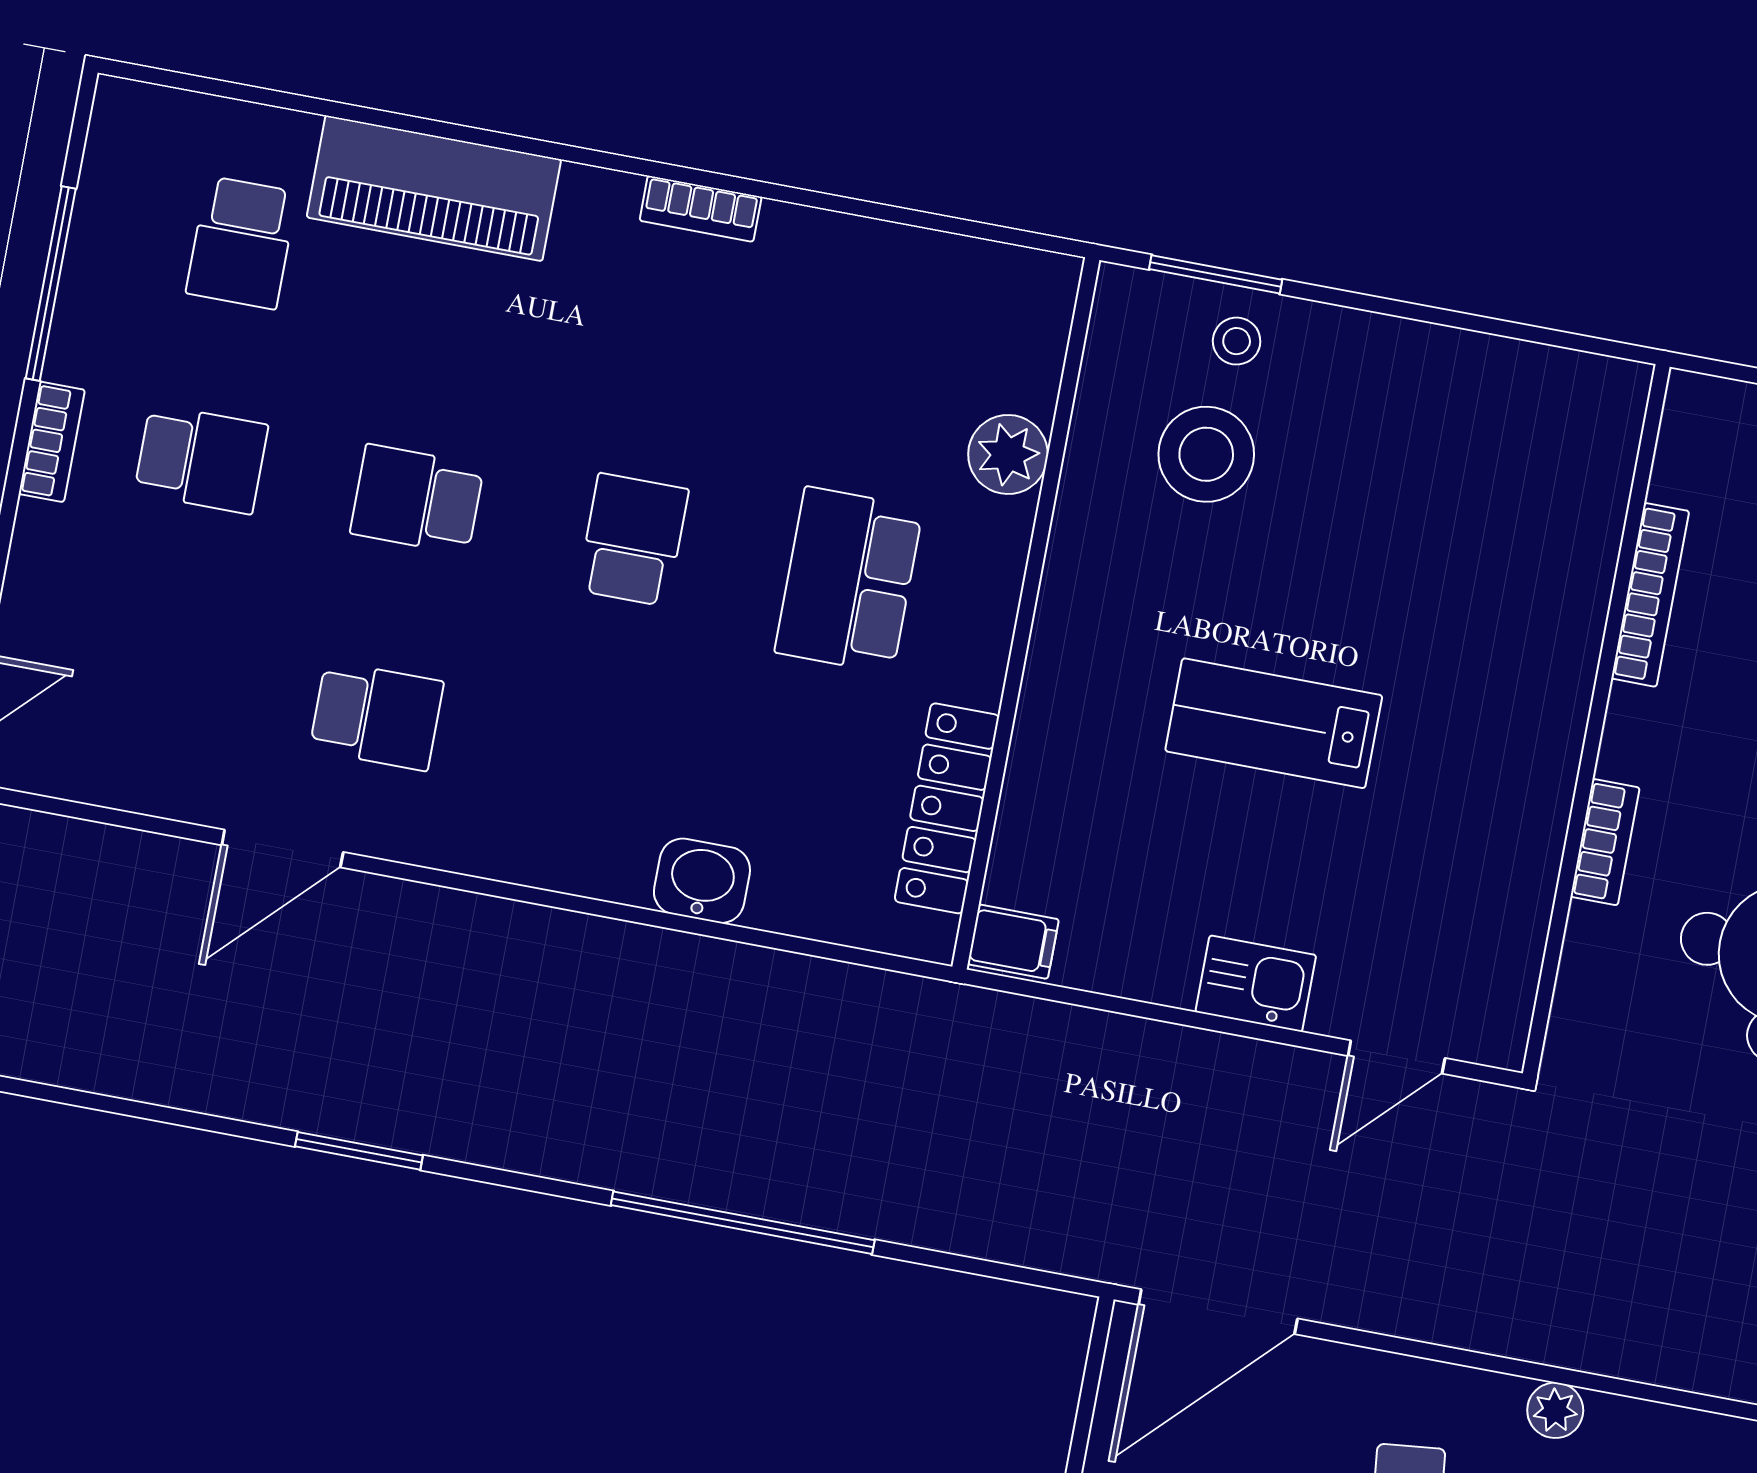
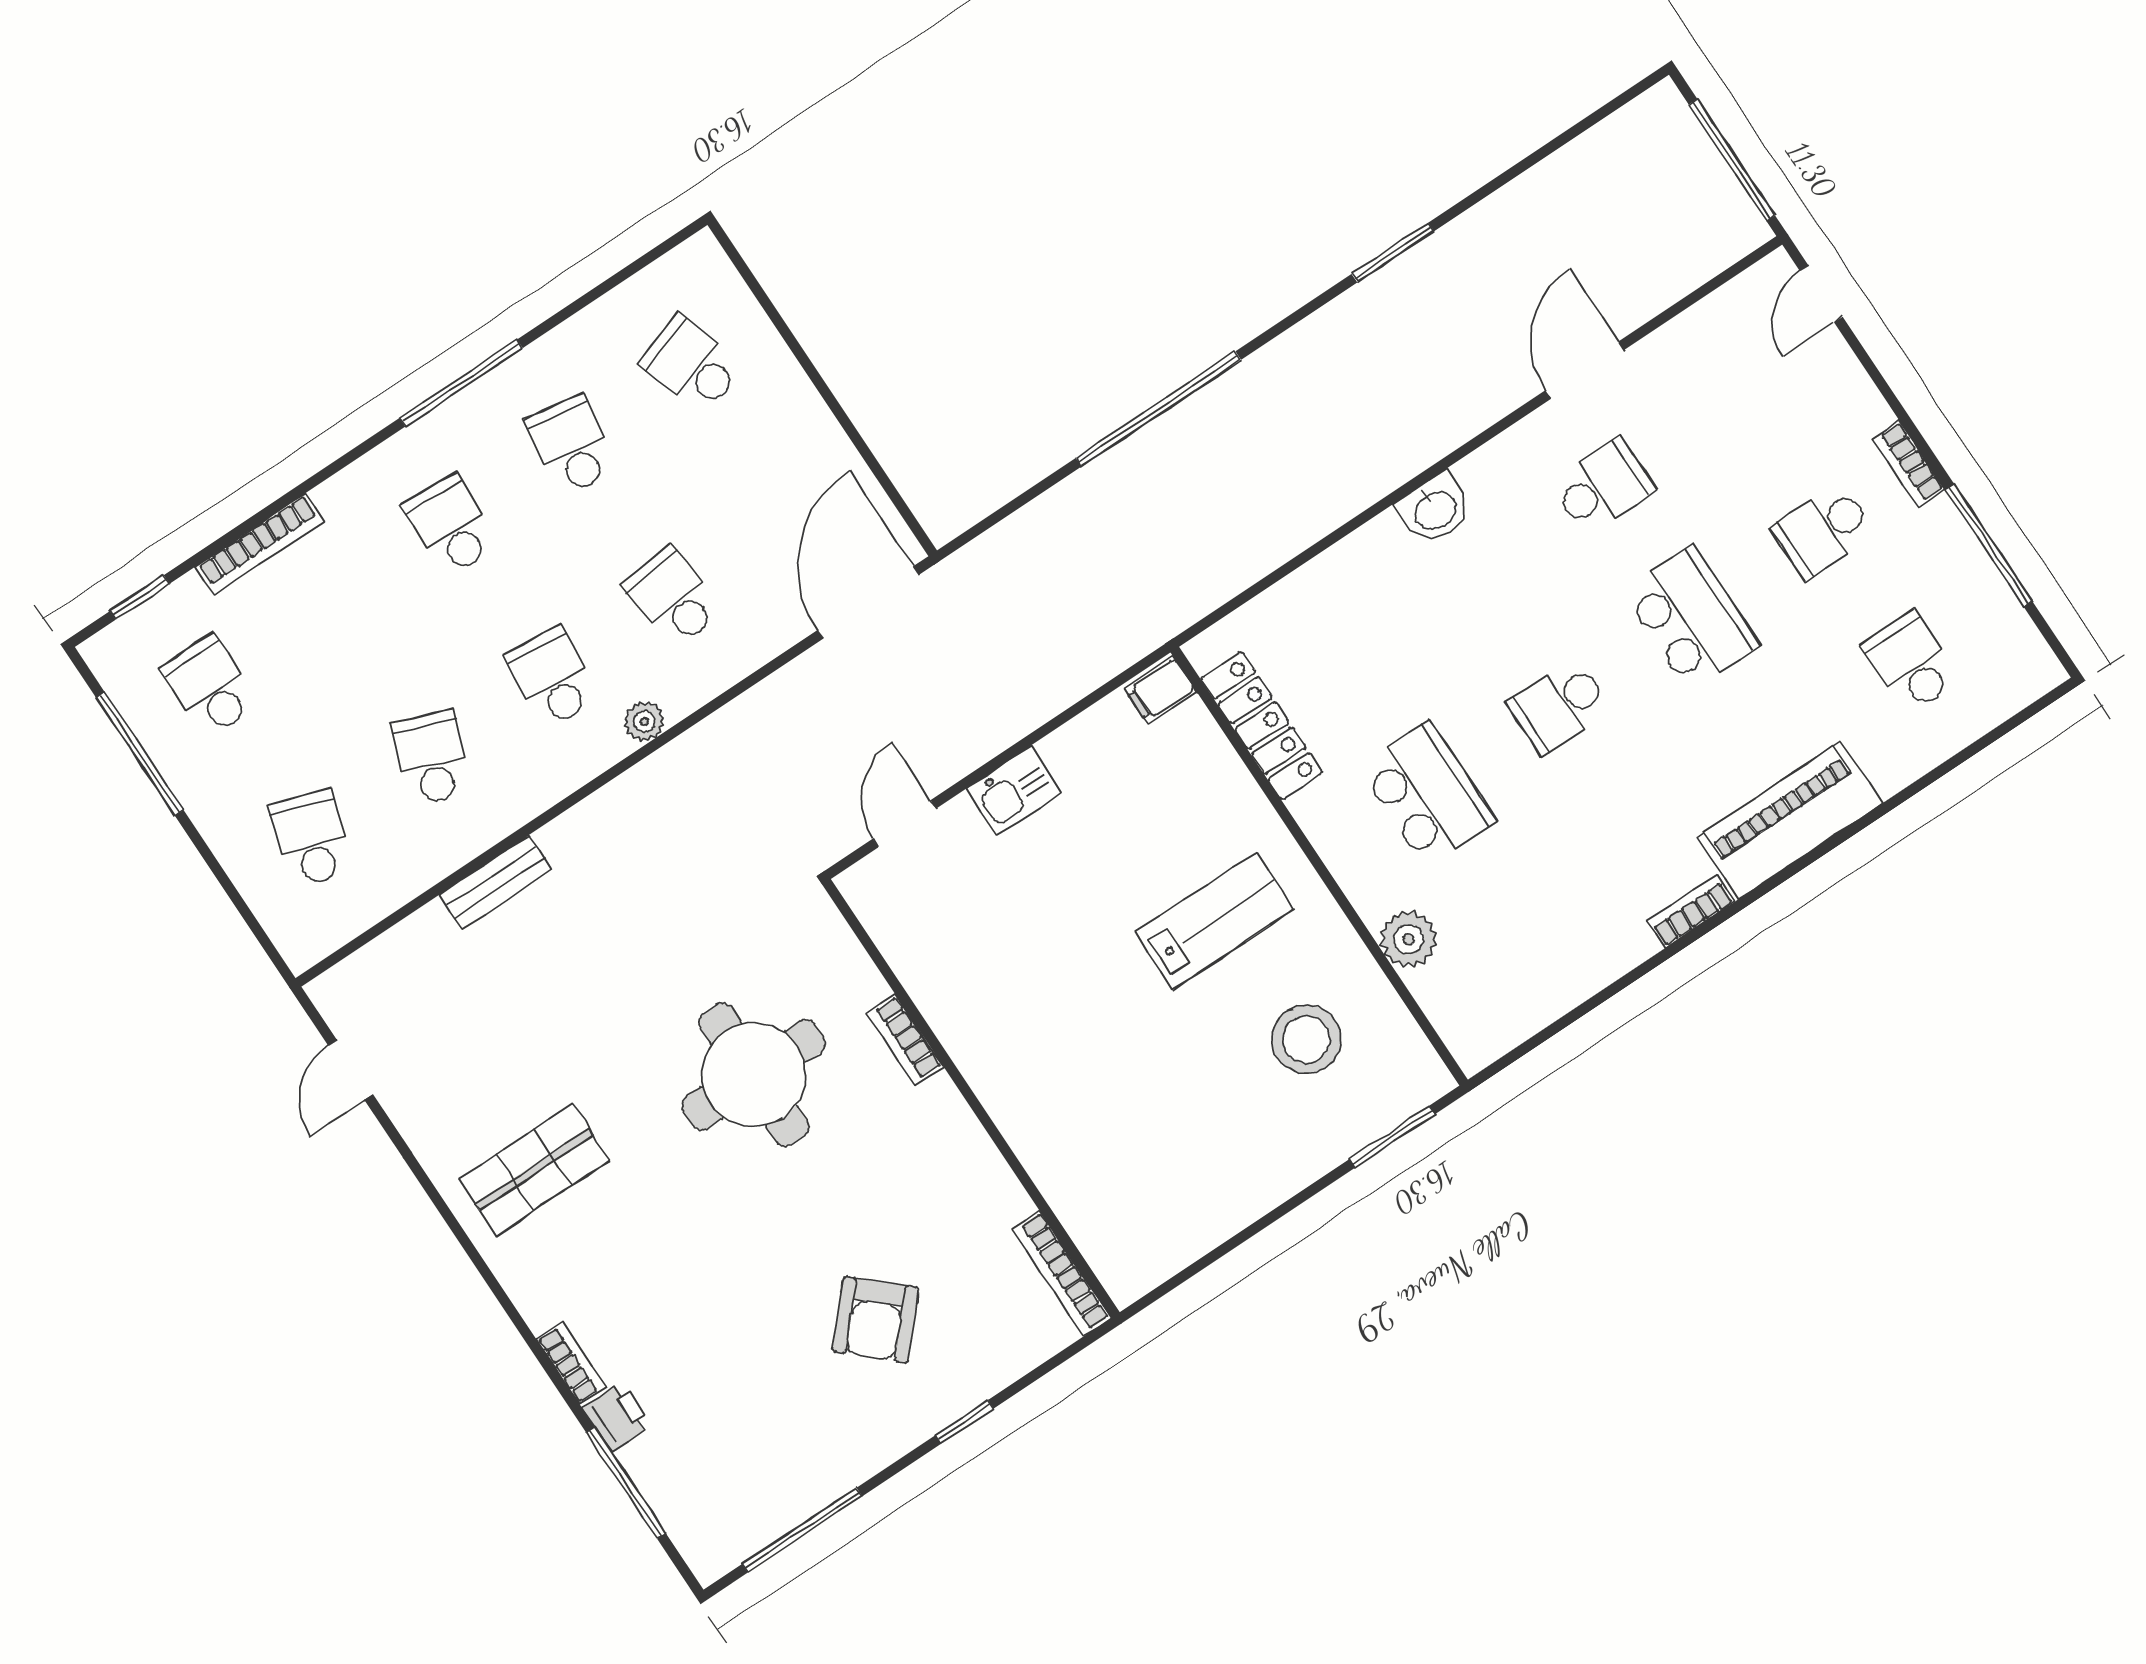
piano: (434, 188) -> (1789, 820), moved
stool: (1237, 341) -> (1348, 1113), removed
school desk: (417, 499) -> (1691, 618), width x1.85
school desk: (633, 540) -> (1559, 706), turned 90
bookcase: (1650, 595) -> (1062, 1273), moved
school desk: (377, 716) -> (1603, 486), turned 180
lab bench: (1274, 723) -> (1215, 921), moved
washbasin: (702, 881) -> (1435, 510), moved

